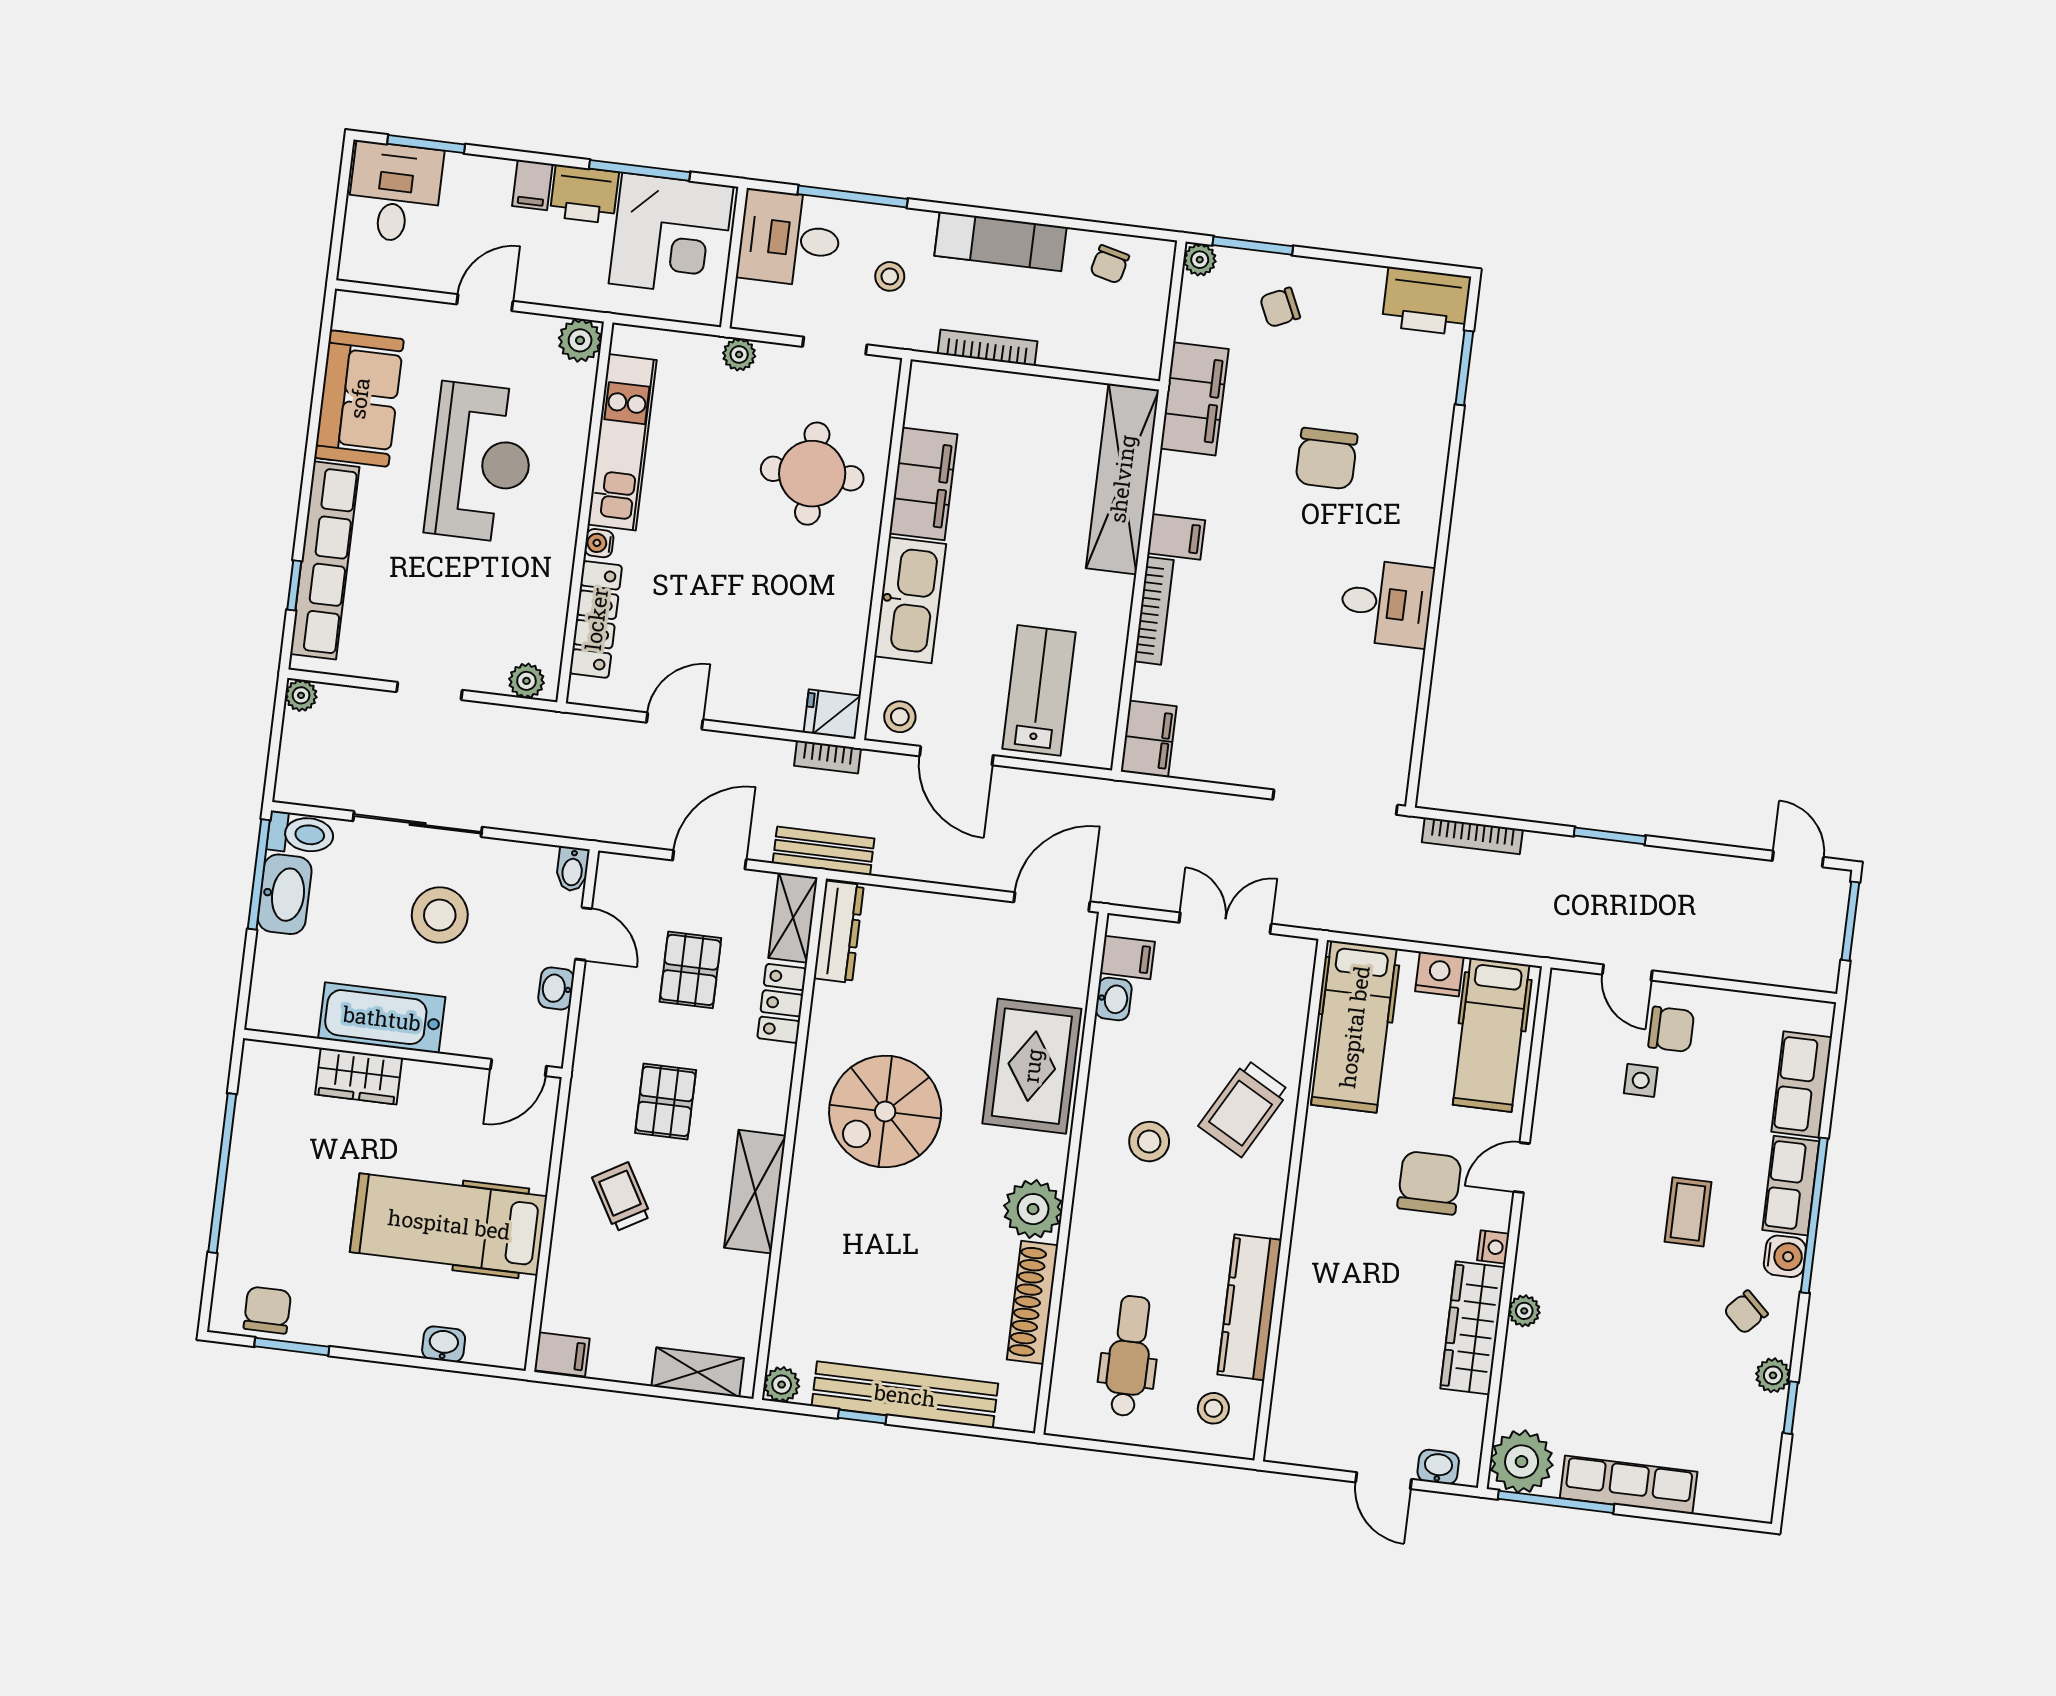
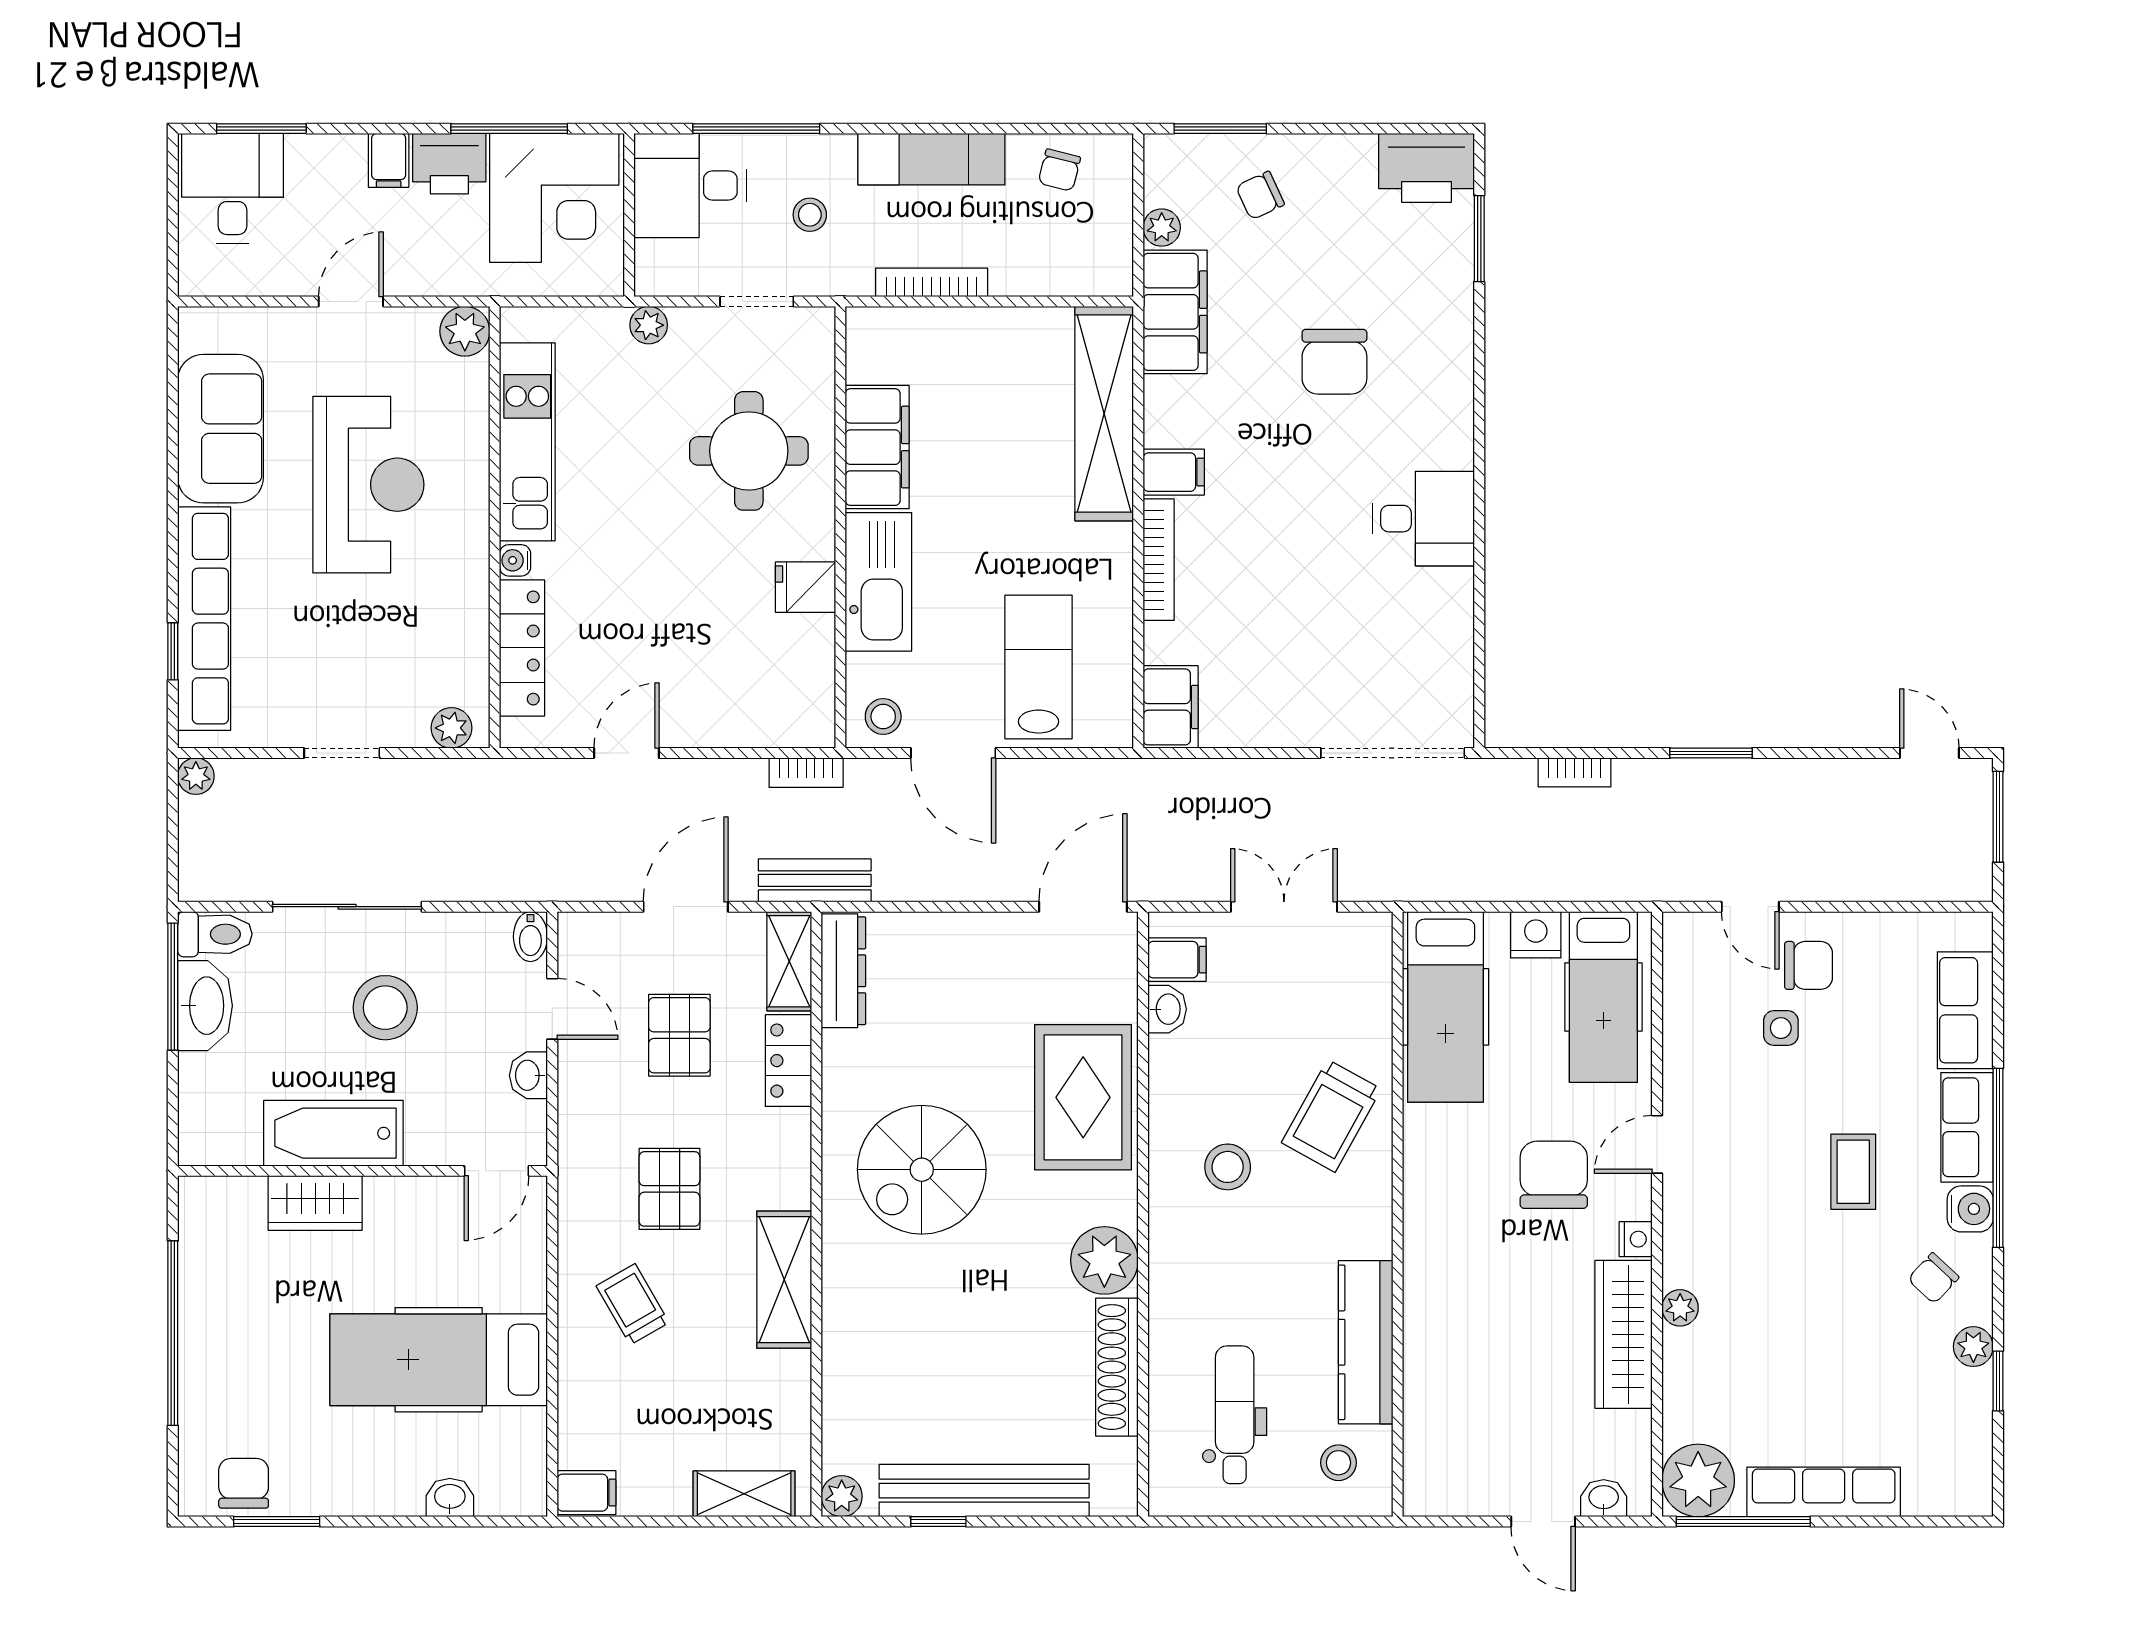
plant: (1200, 260) -> (1162, 228), moved
fridge: (832, 714) -> (806, 587), moved
bookcase: (1472, 836) -> (1574, 772), width x0.64

